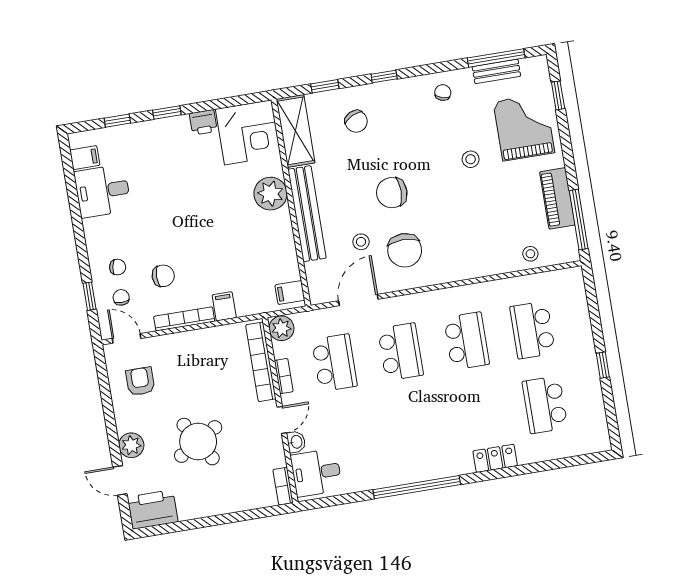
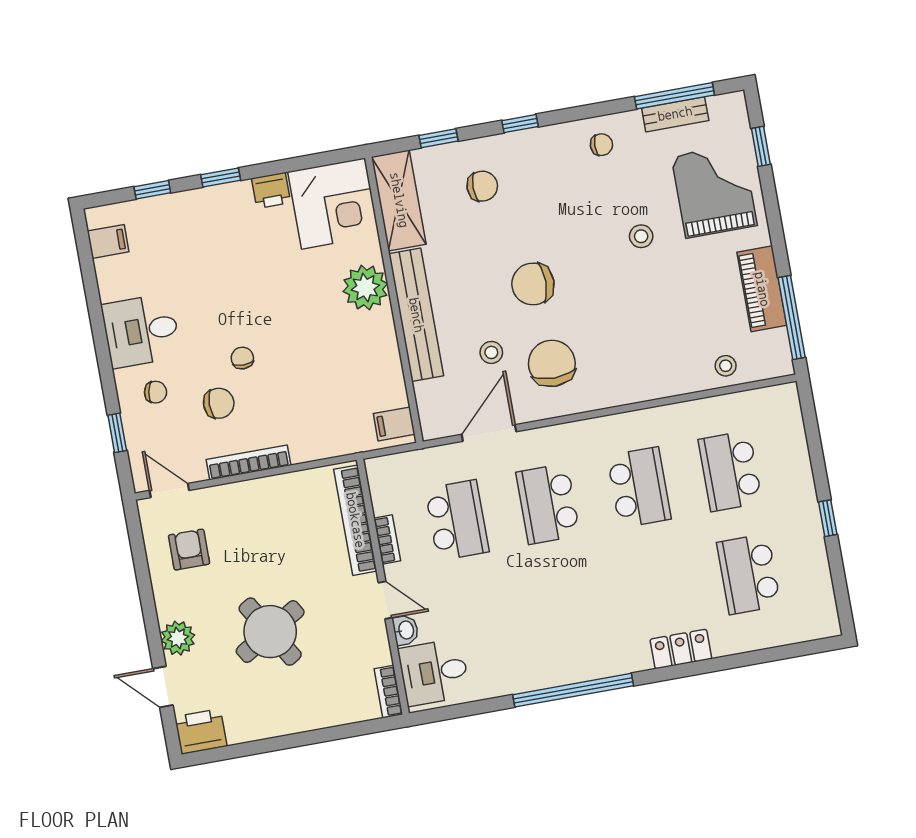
chair: (443, 93) -> (601, 145), turned 73
chair: (356, 121) -> (482, 186), turned -64
desk: (103, 191) -> (141, 331), moved
chair: (405, 250) -> (552, 363), turned 180
chair: (121, 297) -> (242, 358), moved
filing cabinet: (224, 306) -> (304, 444), removed
plant: (281, 328) -> (383, 473), removed
school desk: (400, 352) -> (548, 504), turned 180
door: (282, 420) -> (385, 600), hinge flipped
printer: (153, 509) -> (201, 731), width x0.73, depth x0.84

